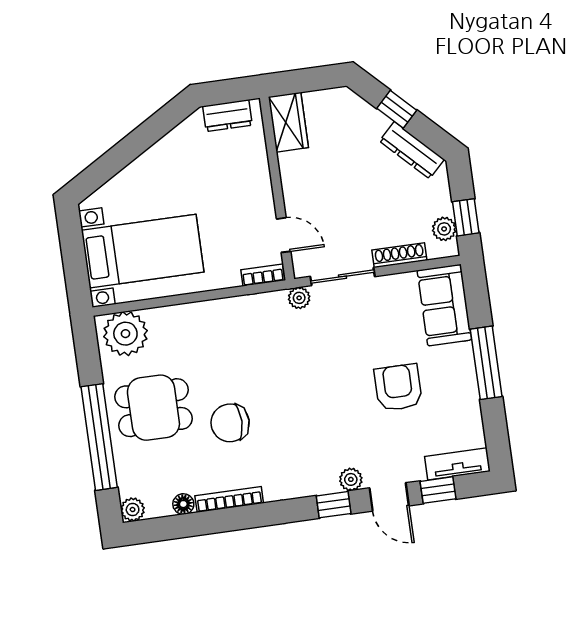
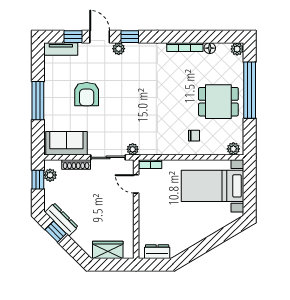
window: (397, 109) -> (56, 232), moved
wardrobe: (288, 122) -> (108, 250), moved, turned 90
sofa: (444, 305) -> (66, 143), moved, turned -90
plant: (125, 334) -> (233, 149), width x0.53, depth x0.53
chair: (230, 423) -> (194, 136), moved, width x0.54, depth x0.54

